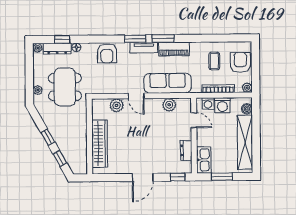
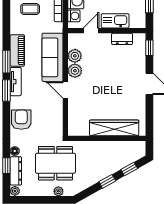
armchair: (107, 53) -> (21, 120), turned -90
door: (136, 96) -> (65, 90), swing flipped
plant: (117, 105) -> (75, 71), moved
kitchen sink: (204, 160) -> (115, 21), moved

